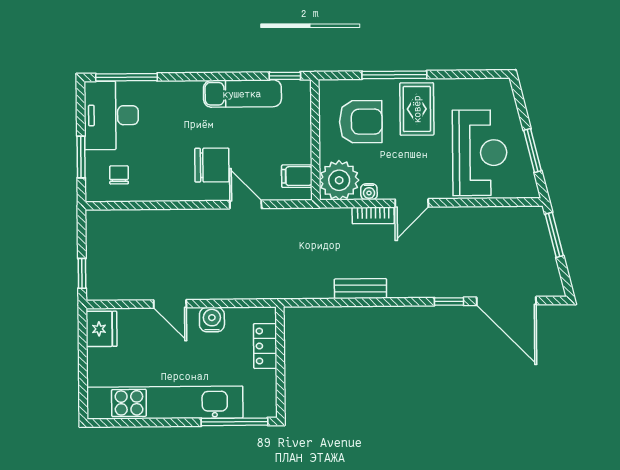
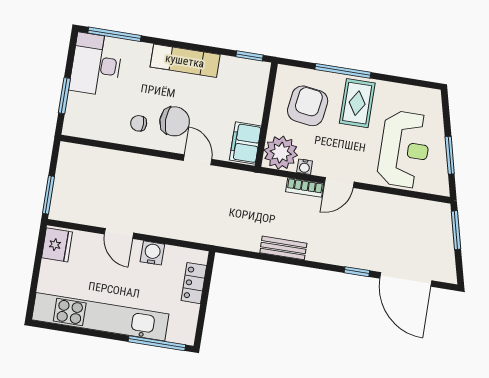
exam couch: (242, 94) -> (185, 61), moved
armchair: (361, 122) -> (308, 106), turned -82
chair: (119, 175) -> (139, 123), moved, turned -90
filing cabinet: (297, 176) -> (245, 143), width x2.00
window: (82, 273) -> (48, 195), width x1.50

